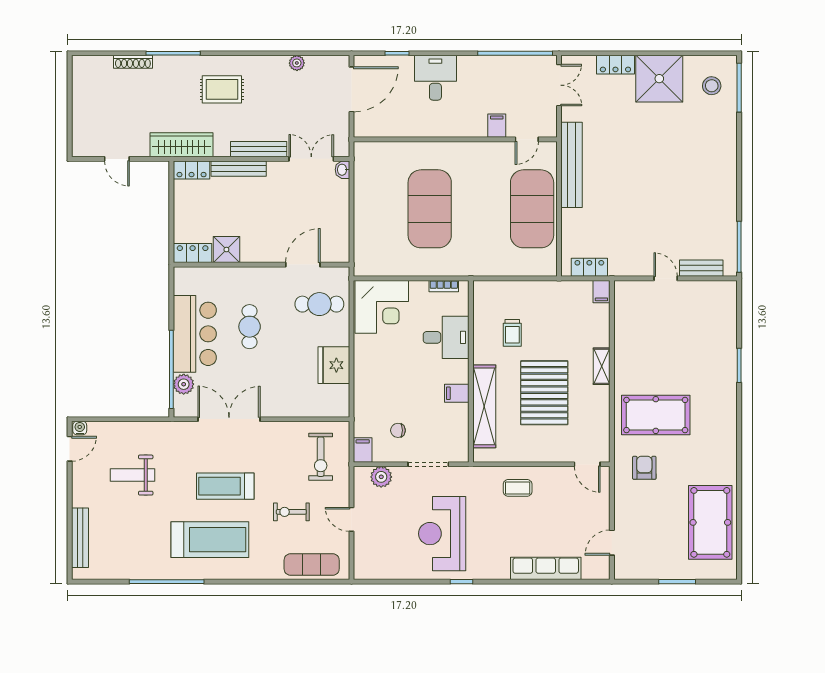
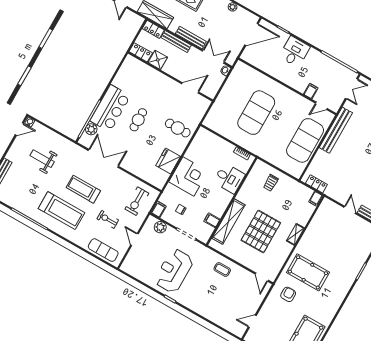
shower: (226, 250) -> (158, 60), moved
locker: (193, 253) -> (141, 52), moved
wall: (261, 265) -> (170, 77), moved
door: (303, 265) -> (190, 88), moved
corner desk: (382, 307) -> (188, 176), moved, turned -90
trolley: (512, 333) -> (271, 183), moved
filing cabinet: (457, 393) -> (212, 220), moved
row of seats: (546, 568) -> (214, 316), removed

